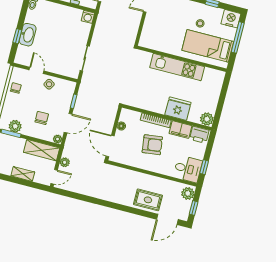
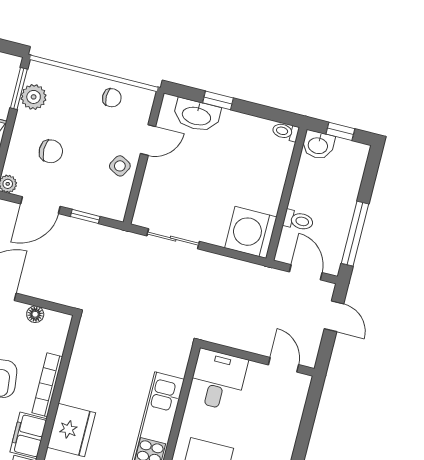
washing machine: (88, 17) -> (251, 232), width x1.89, depth x1.89
washbasin: (28, 35) -> (197, 115), moved
desk: (154, 37) -> (218, 380), added
door: (68, 123) -> (40, 205), hinge flipped

